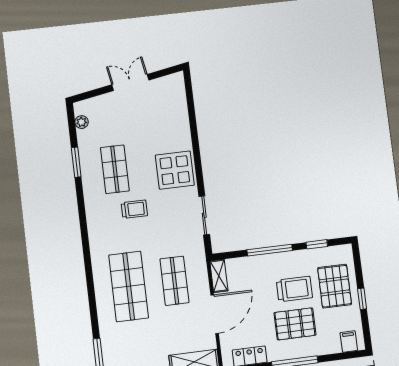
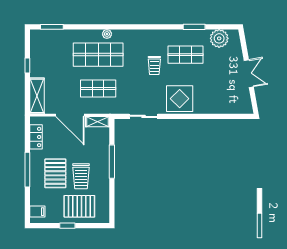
plant: (82, 122) -> (219, 38), width x1.87, depth x1.87
window: (317, 244) -> (112, 197), removed
plant: (99, 278) -> (107, 34), added

